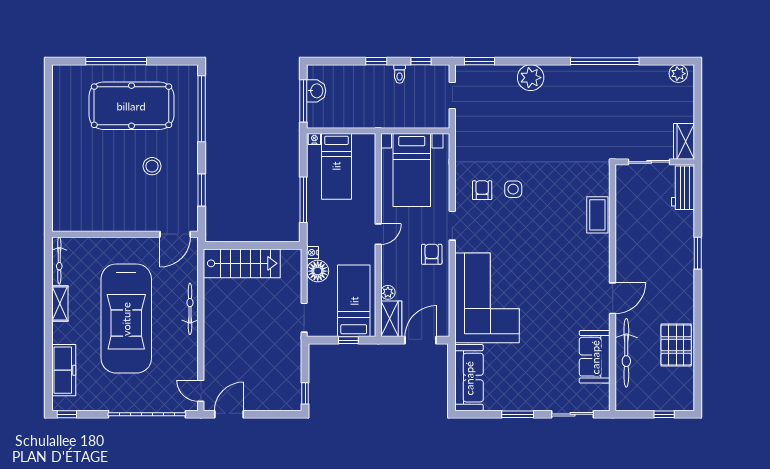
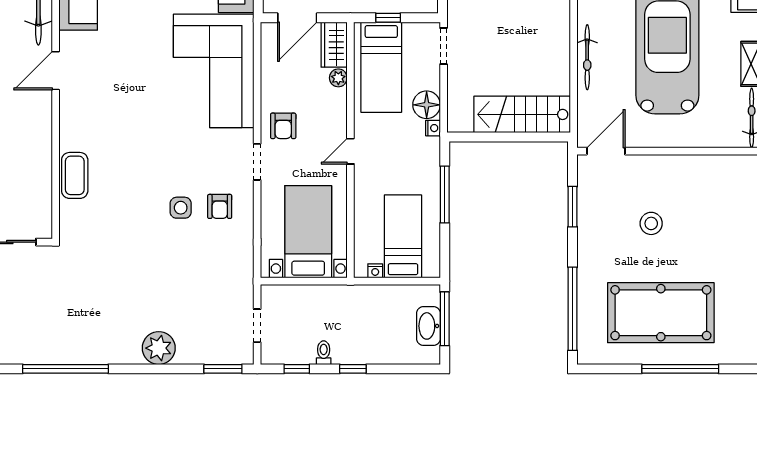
washbasin: (316, 91) -> (428, 326), width x1.38
nightstand: (314, 139) -> (375, 271), moved
stool: (152, 166) -> (651, 223), moved

